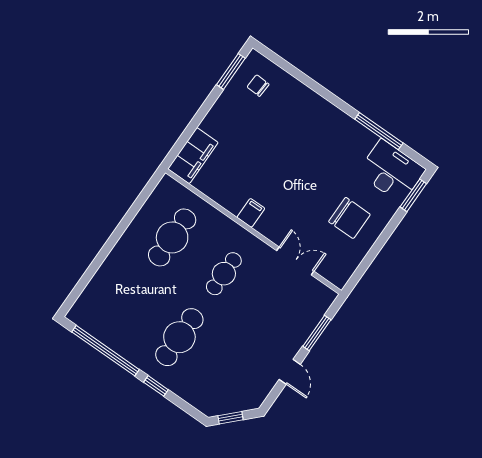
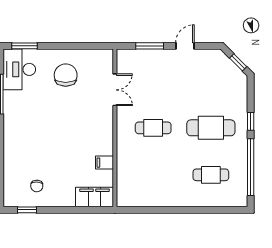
window: (231, 71) -> (27, 210), width x0.67
chair: (258, 86) -> (37, 186), moved
filing cabinet: (251, 213) -> (105, 163), moved
cafe table: (172, 237) -> (211, 175), moved, width x0.73, depth x0.74
double door: (295, 261) -> (115, 90), swing flipped

